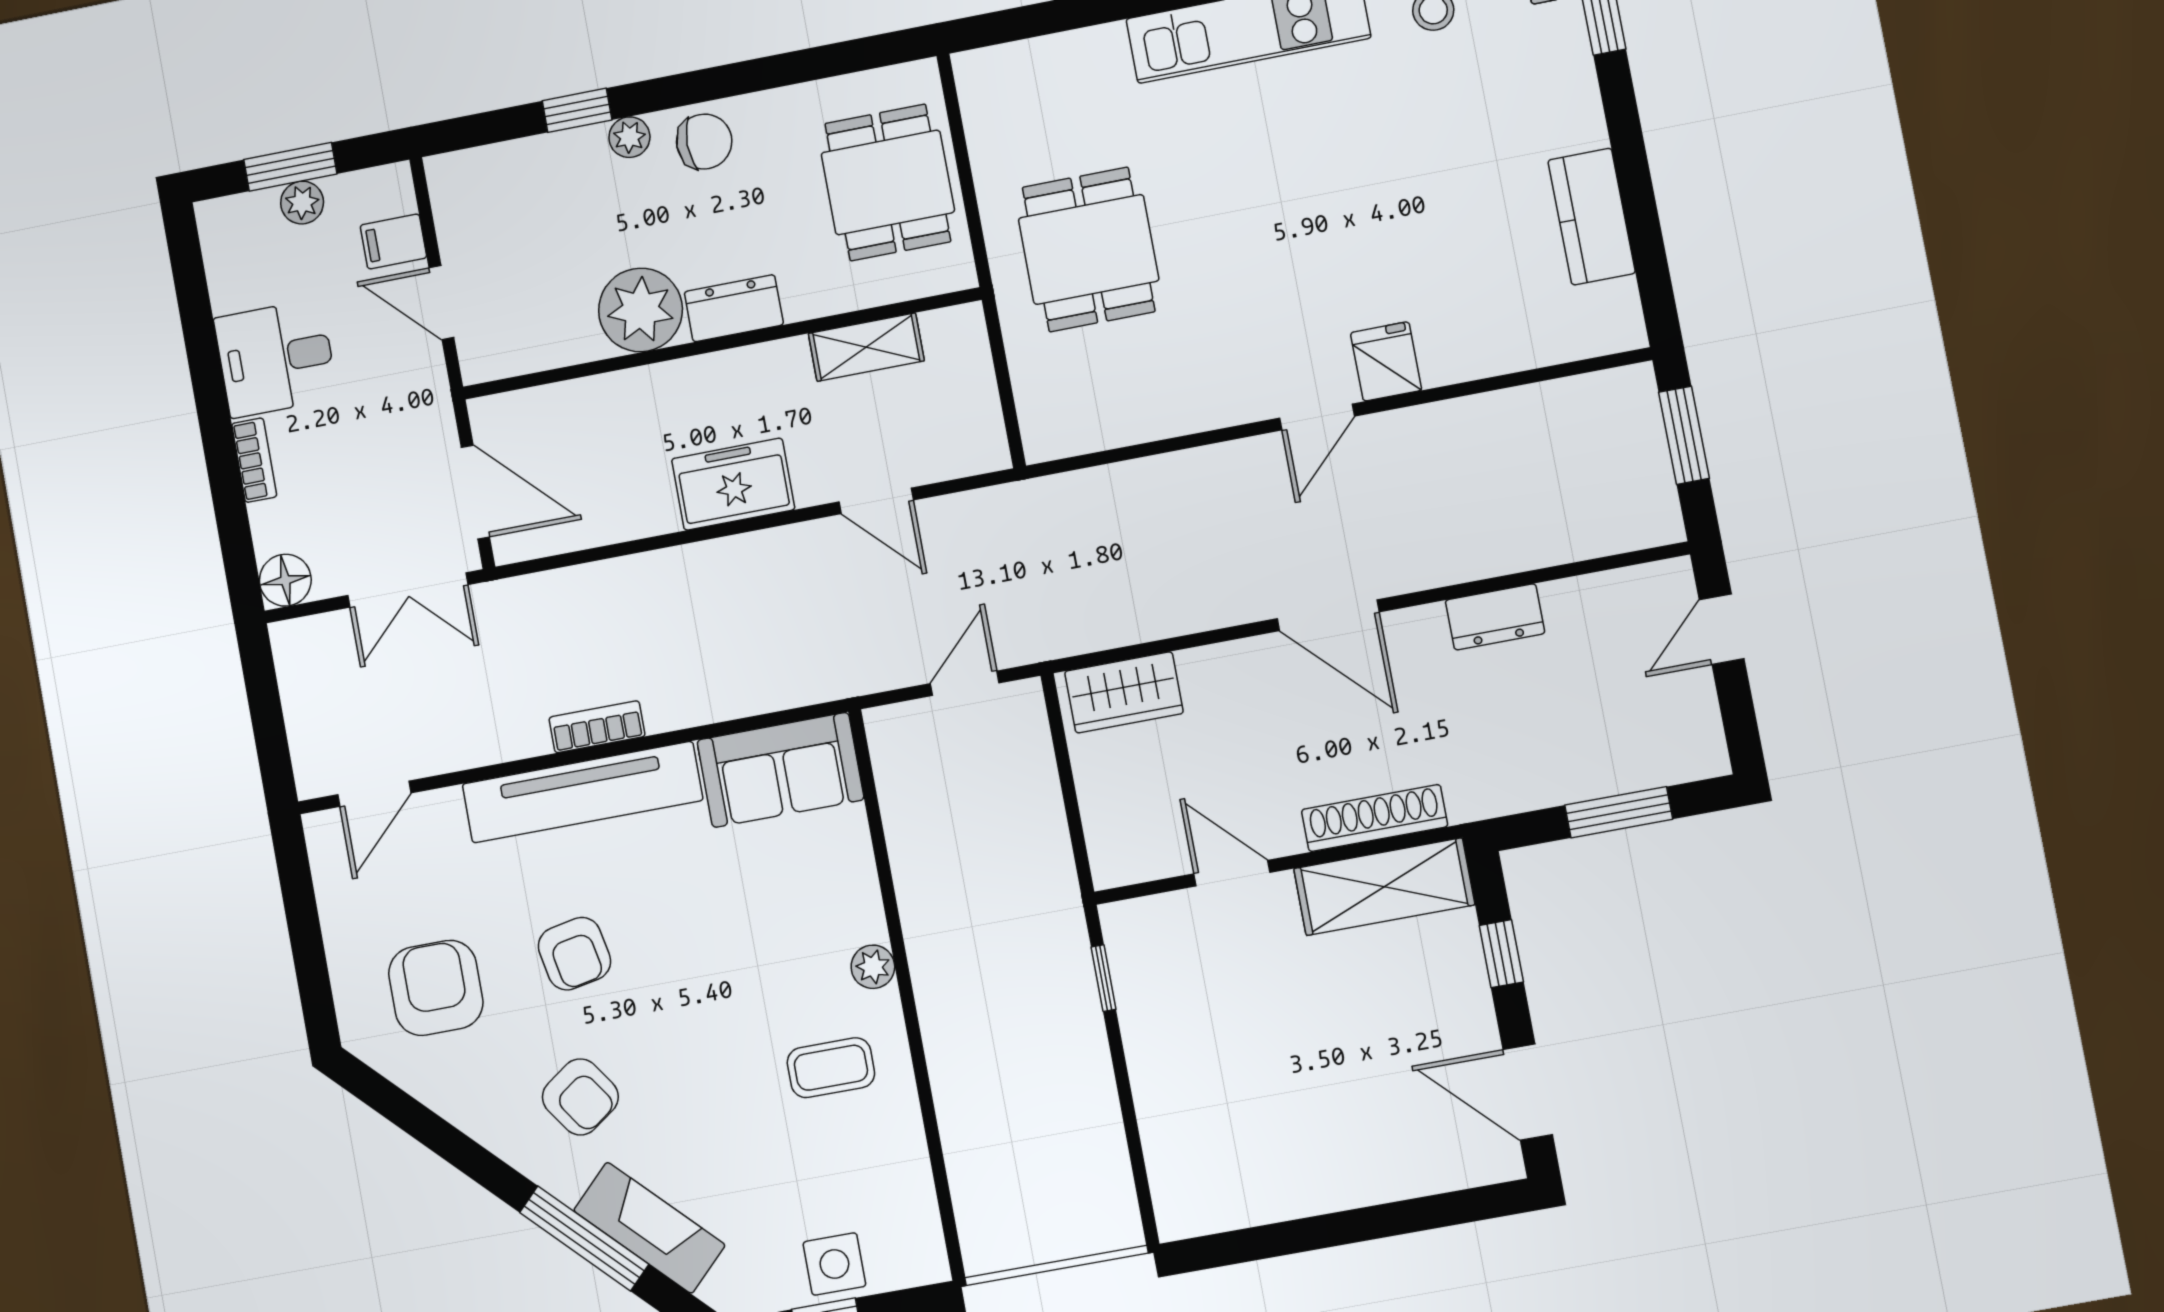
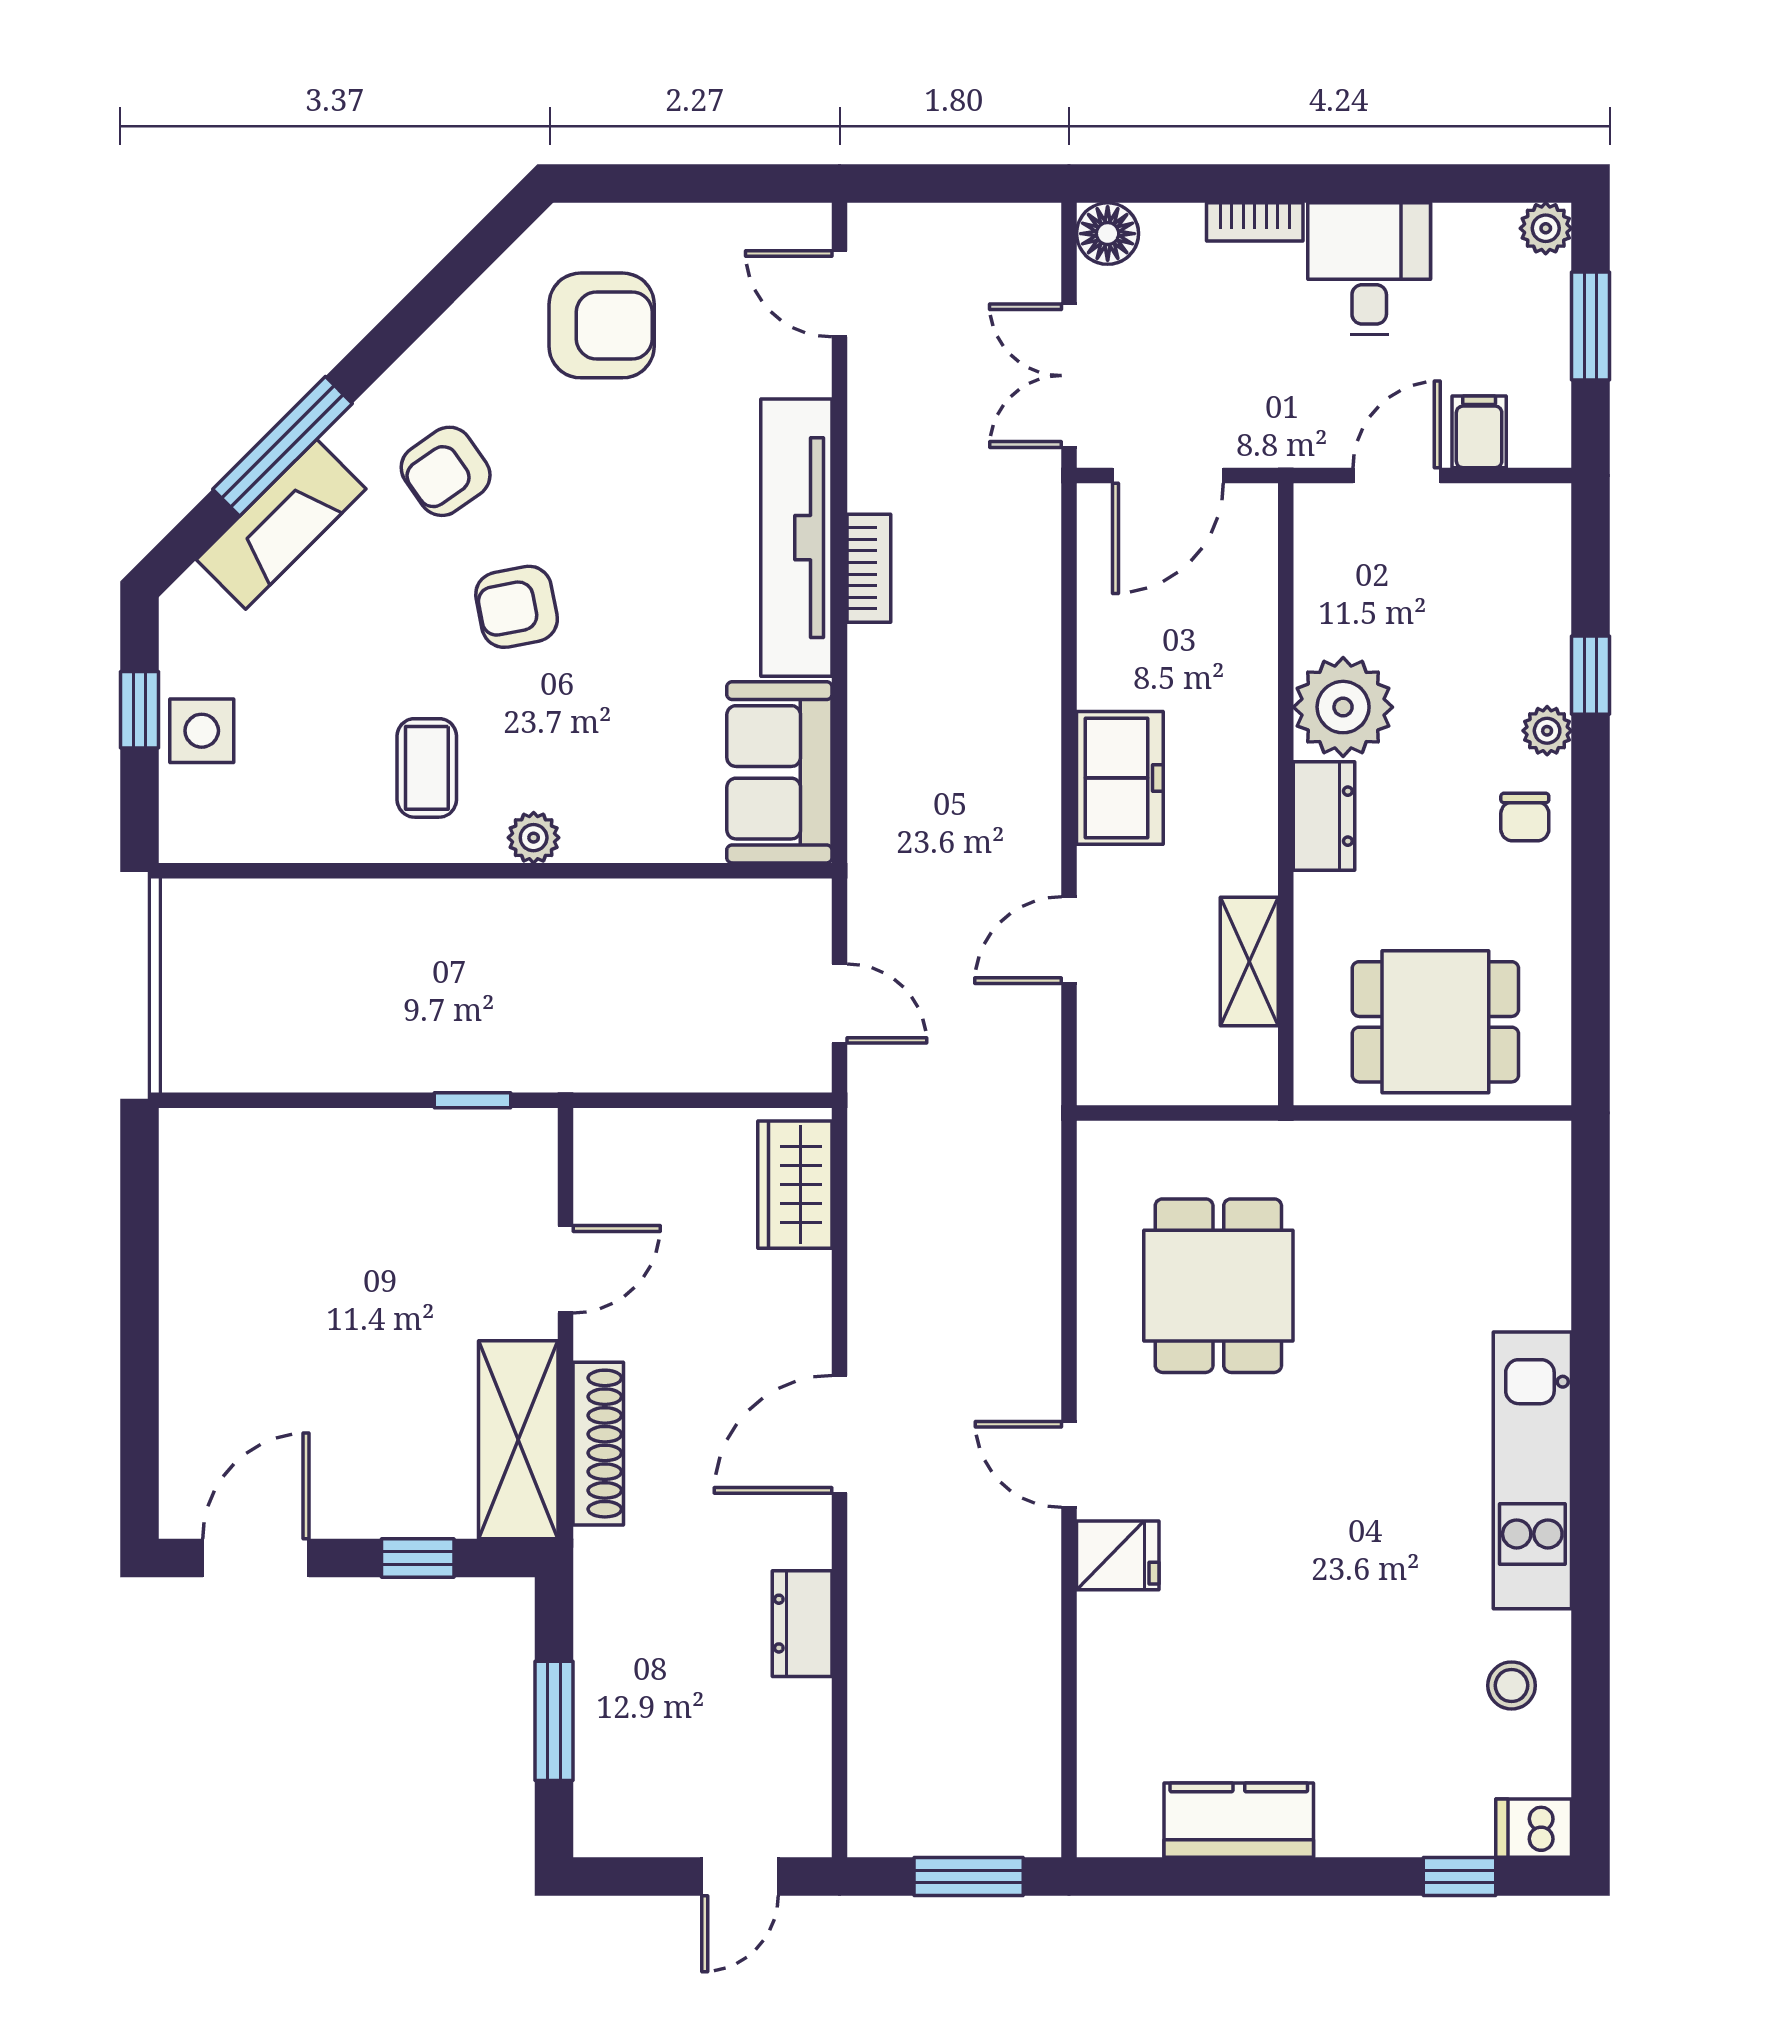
chair: (704, 142) -> (1525, 817), width x0.73, depth x0.73
plant: (302, 203) -> (1546, 228), moved
dining table: (1089, 249) -> (1218, 1286), moved, turned 90
door: (1722, 629) -> (740, 1877), swing flipped
armchair: (574, 954) -> (517, 607), moved

